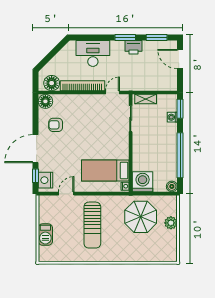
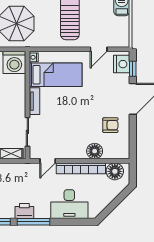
window: (125, 37) -> (33, 222), width x1.44
floor lamp: (45, 101) -> (95, 151), moved
tv unit: (124, 147) -> (35, 101), added

